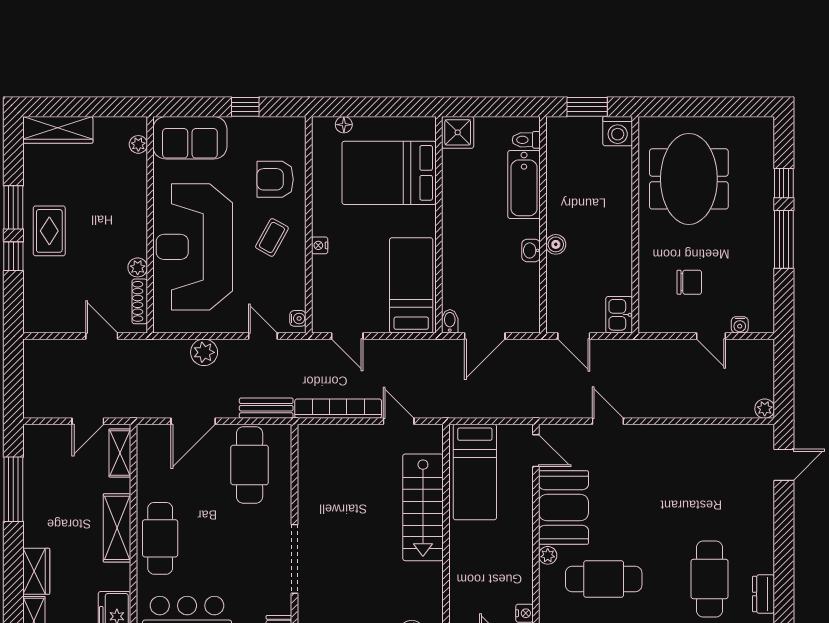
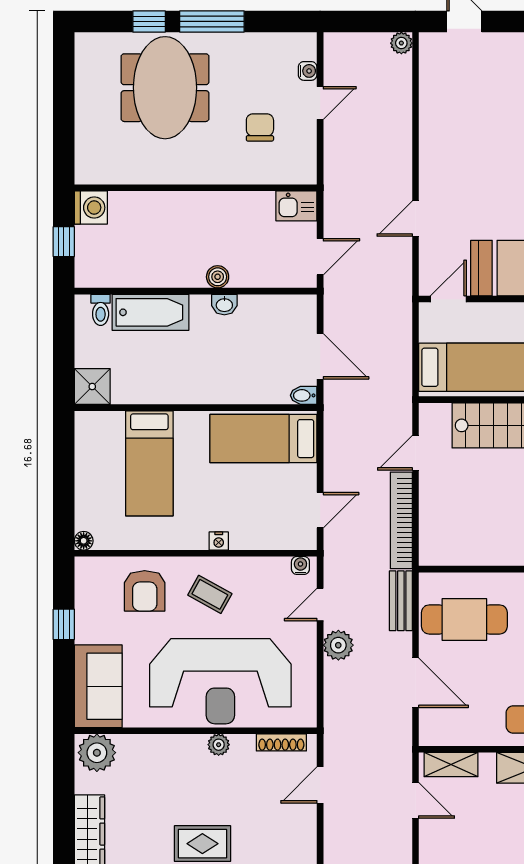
window: (587, 107) -> (64, 242), width x0.67
floor lamp: (344, 125) -> (84, 541), moved
plant: (138, 144) -> (97, 753), width x1.88, depth x1.88
bed: (389, 173) -> (149, 463), width x0.67
meeting table: (689, 179) -> (165, 88), moved, turned 90
plant: (138, 267) -> (219, 745), moved
plant: (204, 352) -> (338, 645), moved

